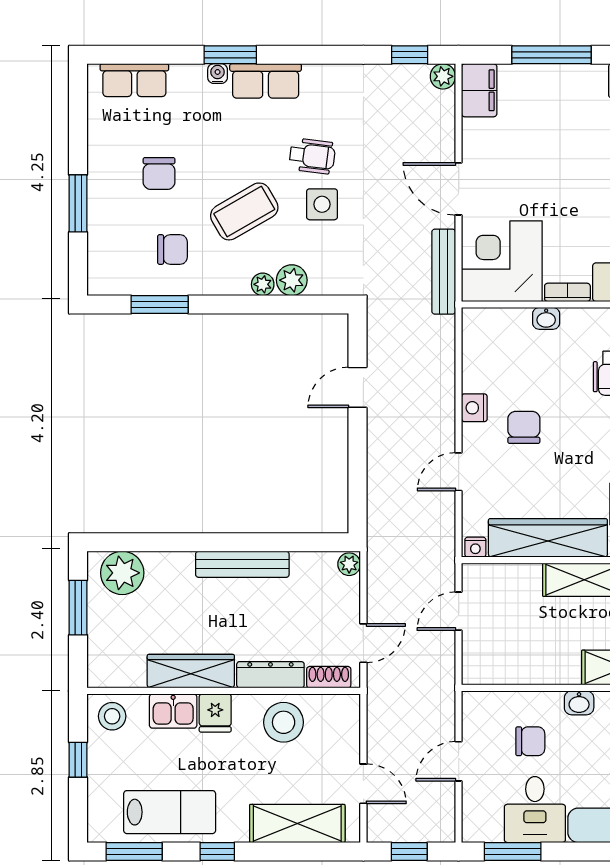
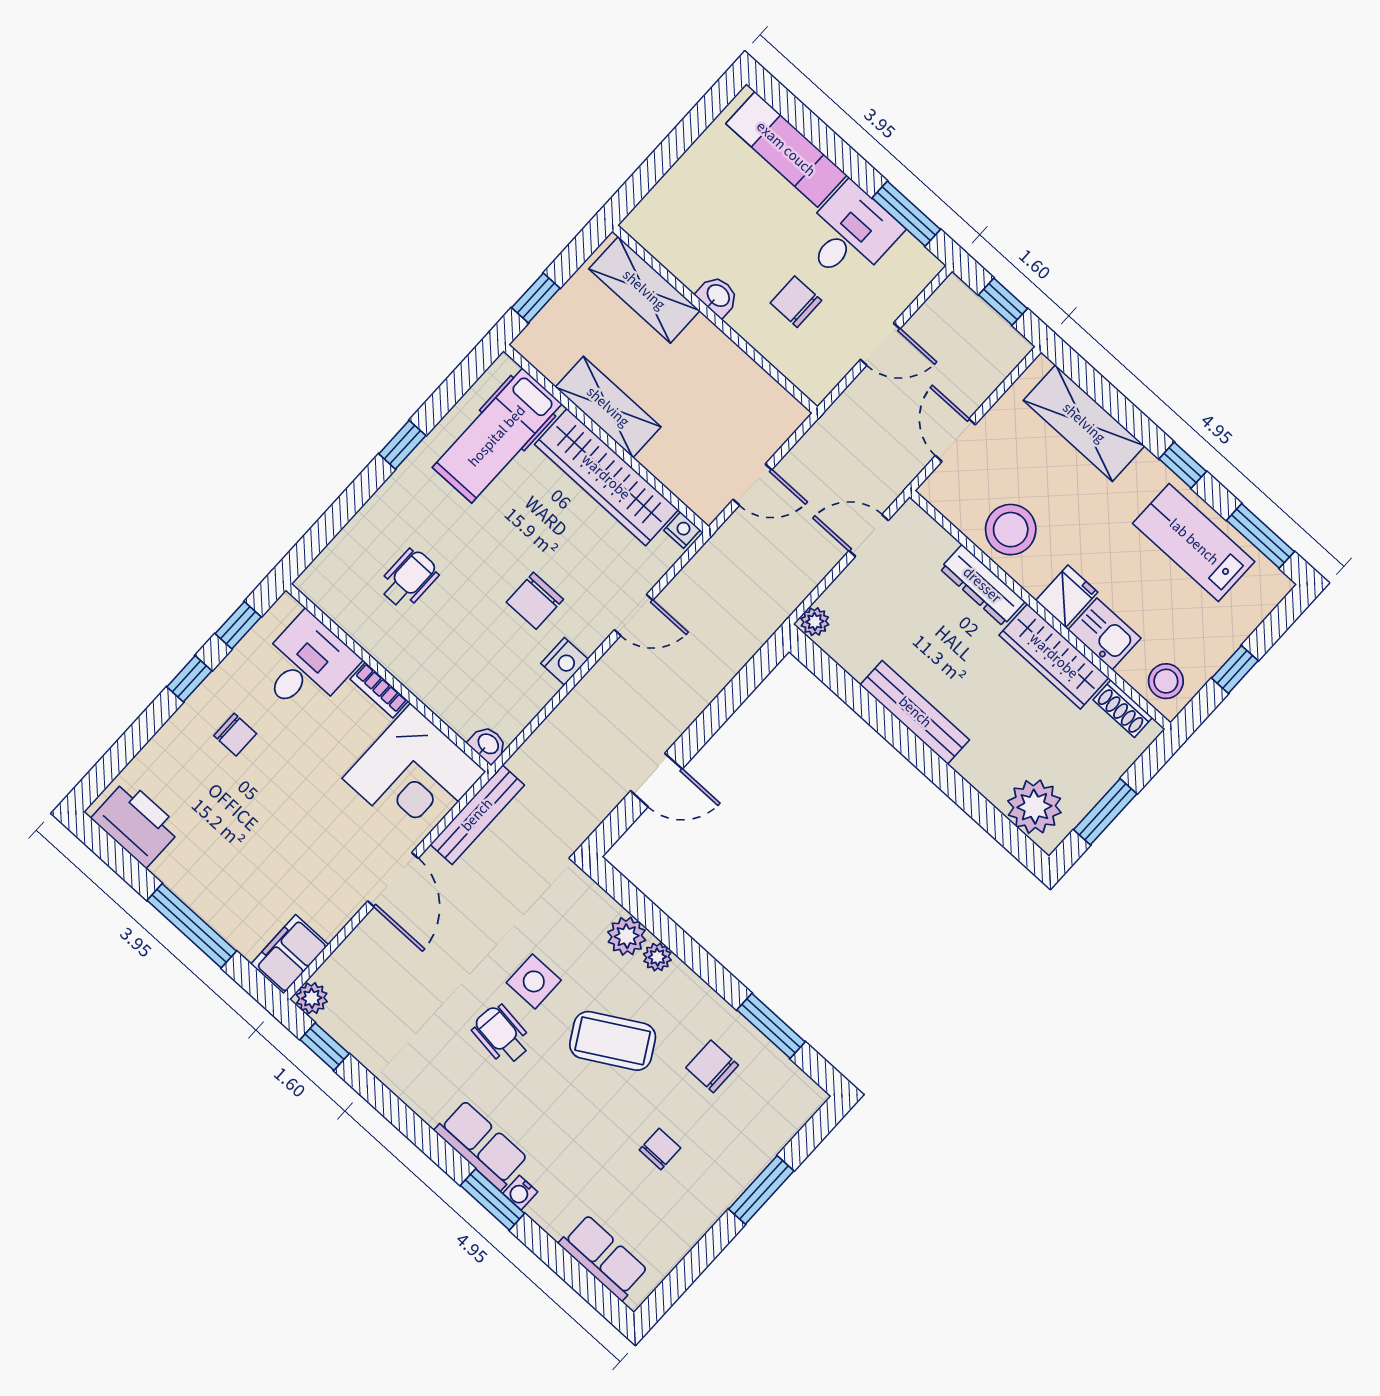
chair: (159, 173) -> (660, 1149), width x0.73, depth x0.73
washbasin: (546, 318) -> (488, 744), moved
shoe rack: (329, 677) -> (1123, 709), moved
door: (363, 784) -> (955, 440), moved

